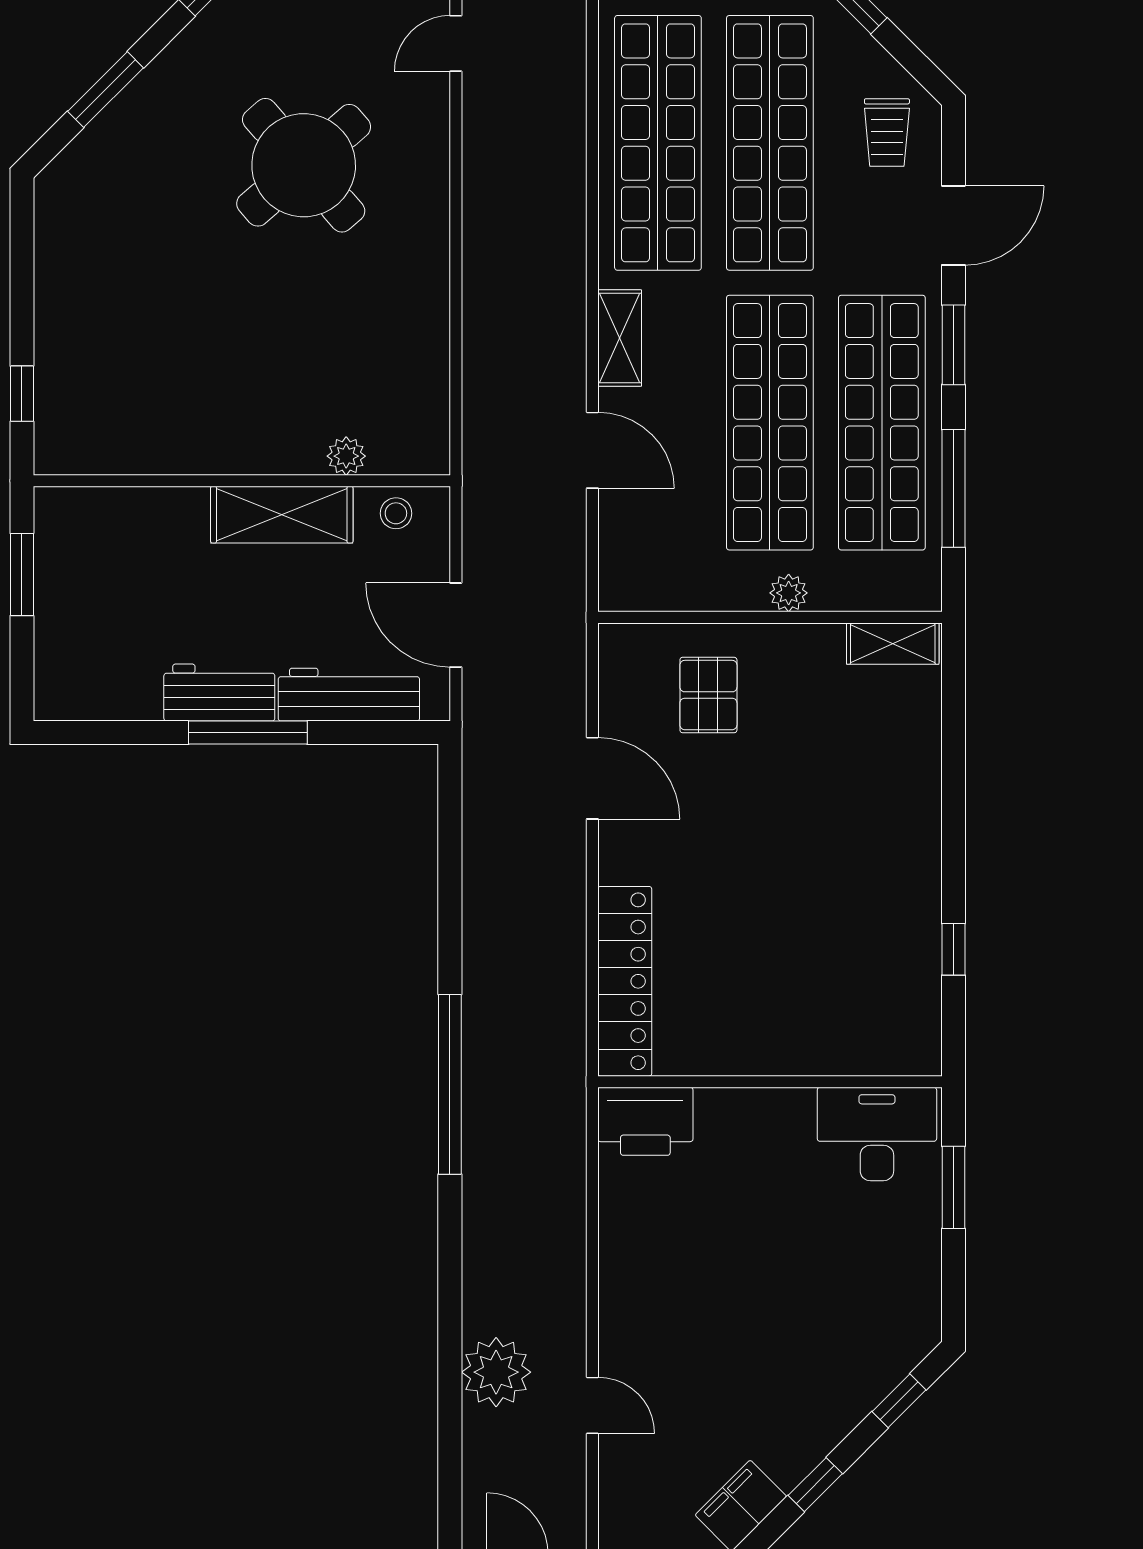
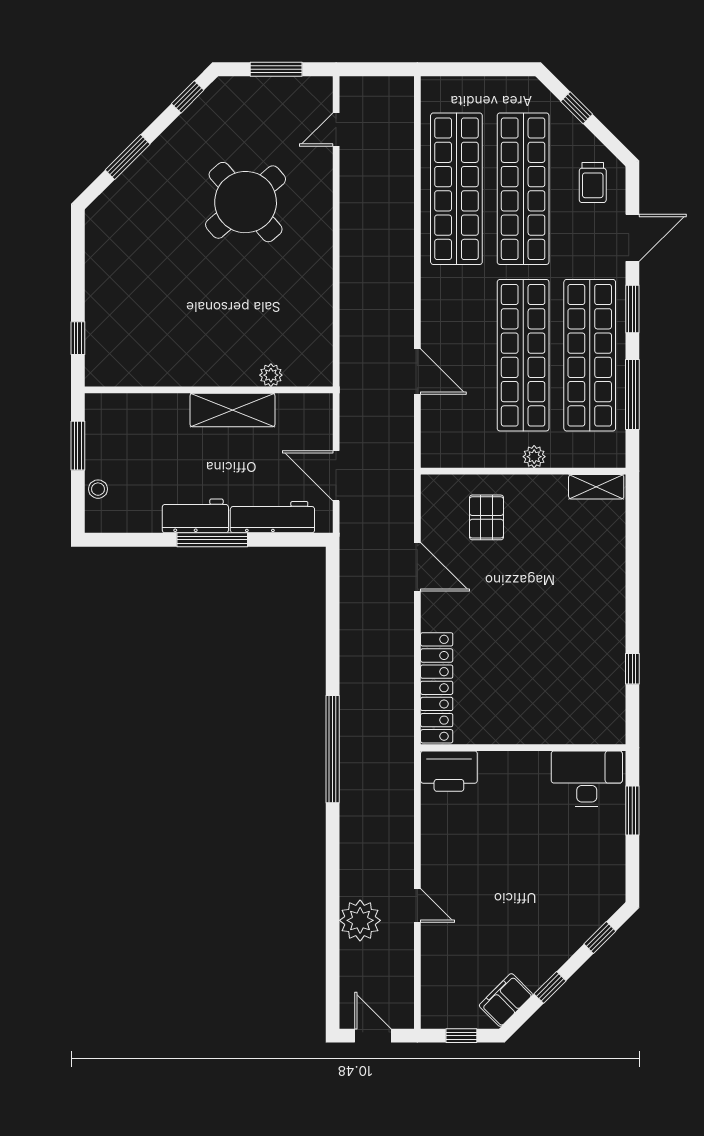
shelving: (620, 338) -> (434, 305), removed
stool: (396, 513) -> (98, 489), moved
door: (592, 1405) -> (417, 905), moved

